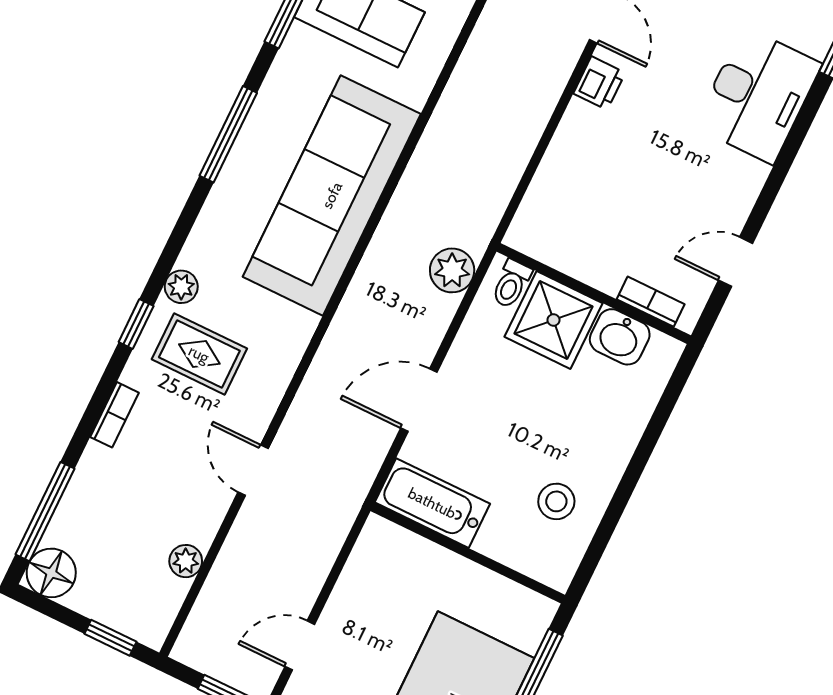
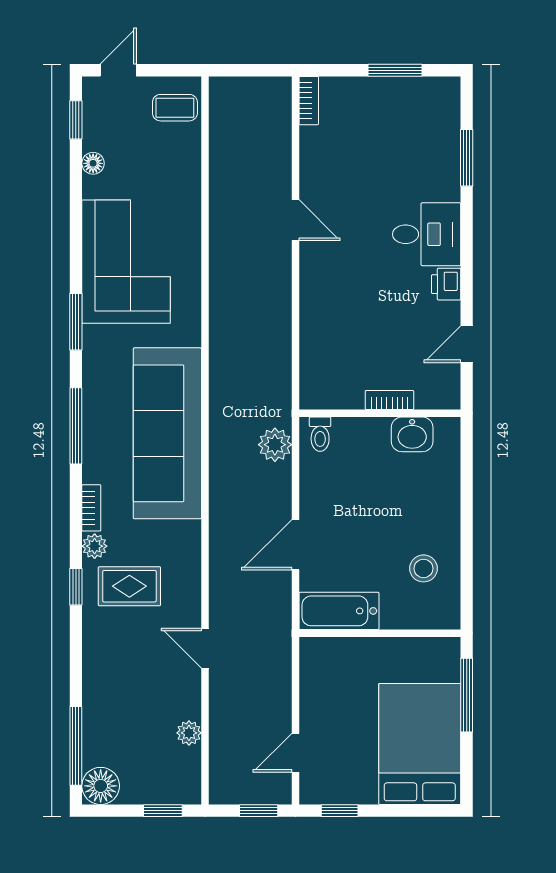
printer: (599, 83) -> (446, 284), moved, turned 180
desk: (758, 95) -> (427, 234), width x0.73
bookcase: (651, 302) -> (389, 400), moved
shower: (554, 320) -> (361, 445), removed
bookcase: (114, 415) -> (91, 508), moved

